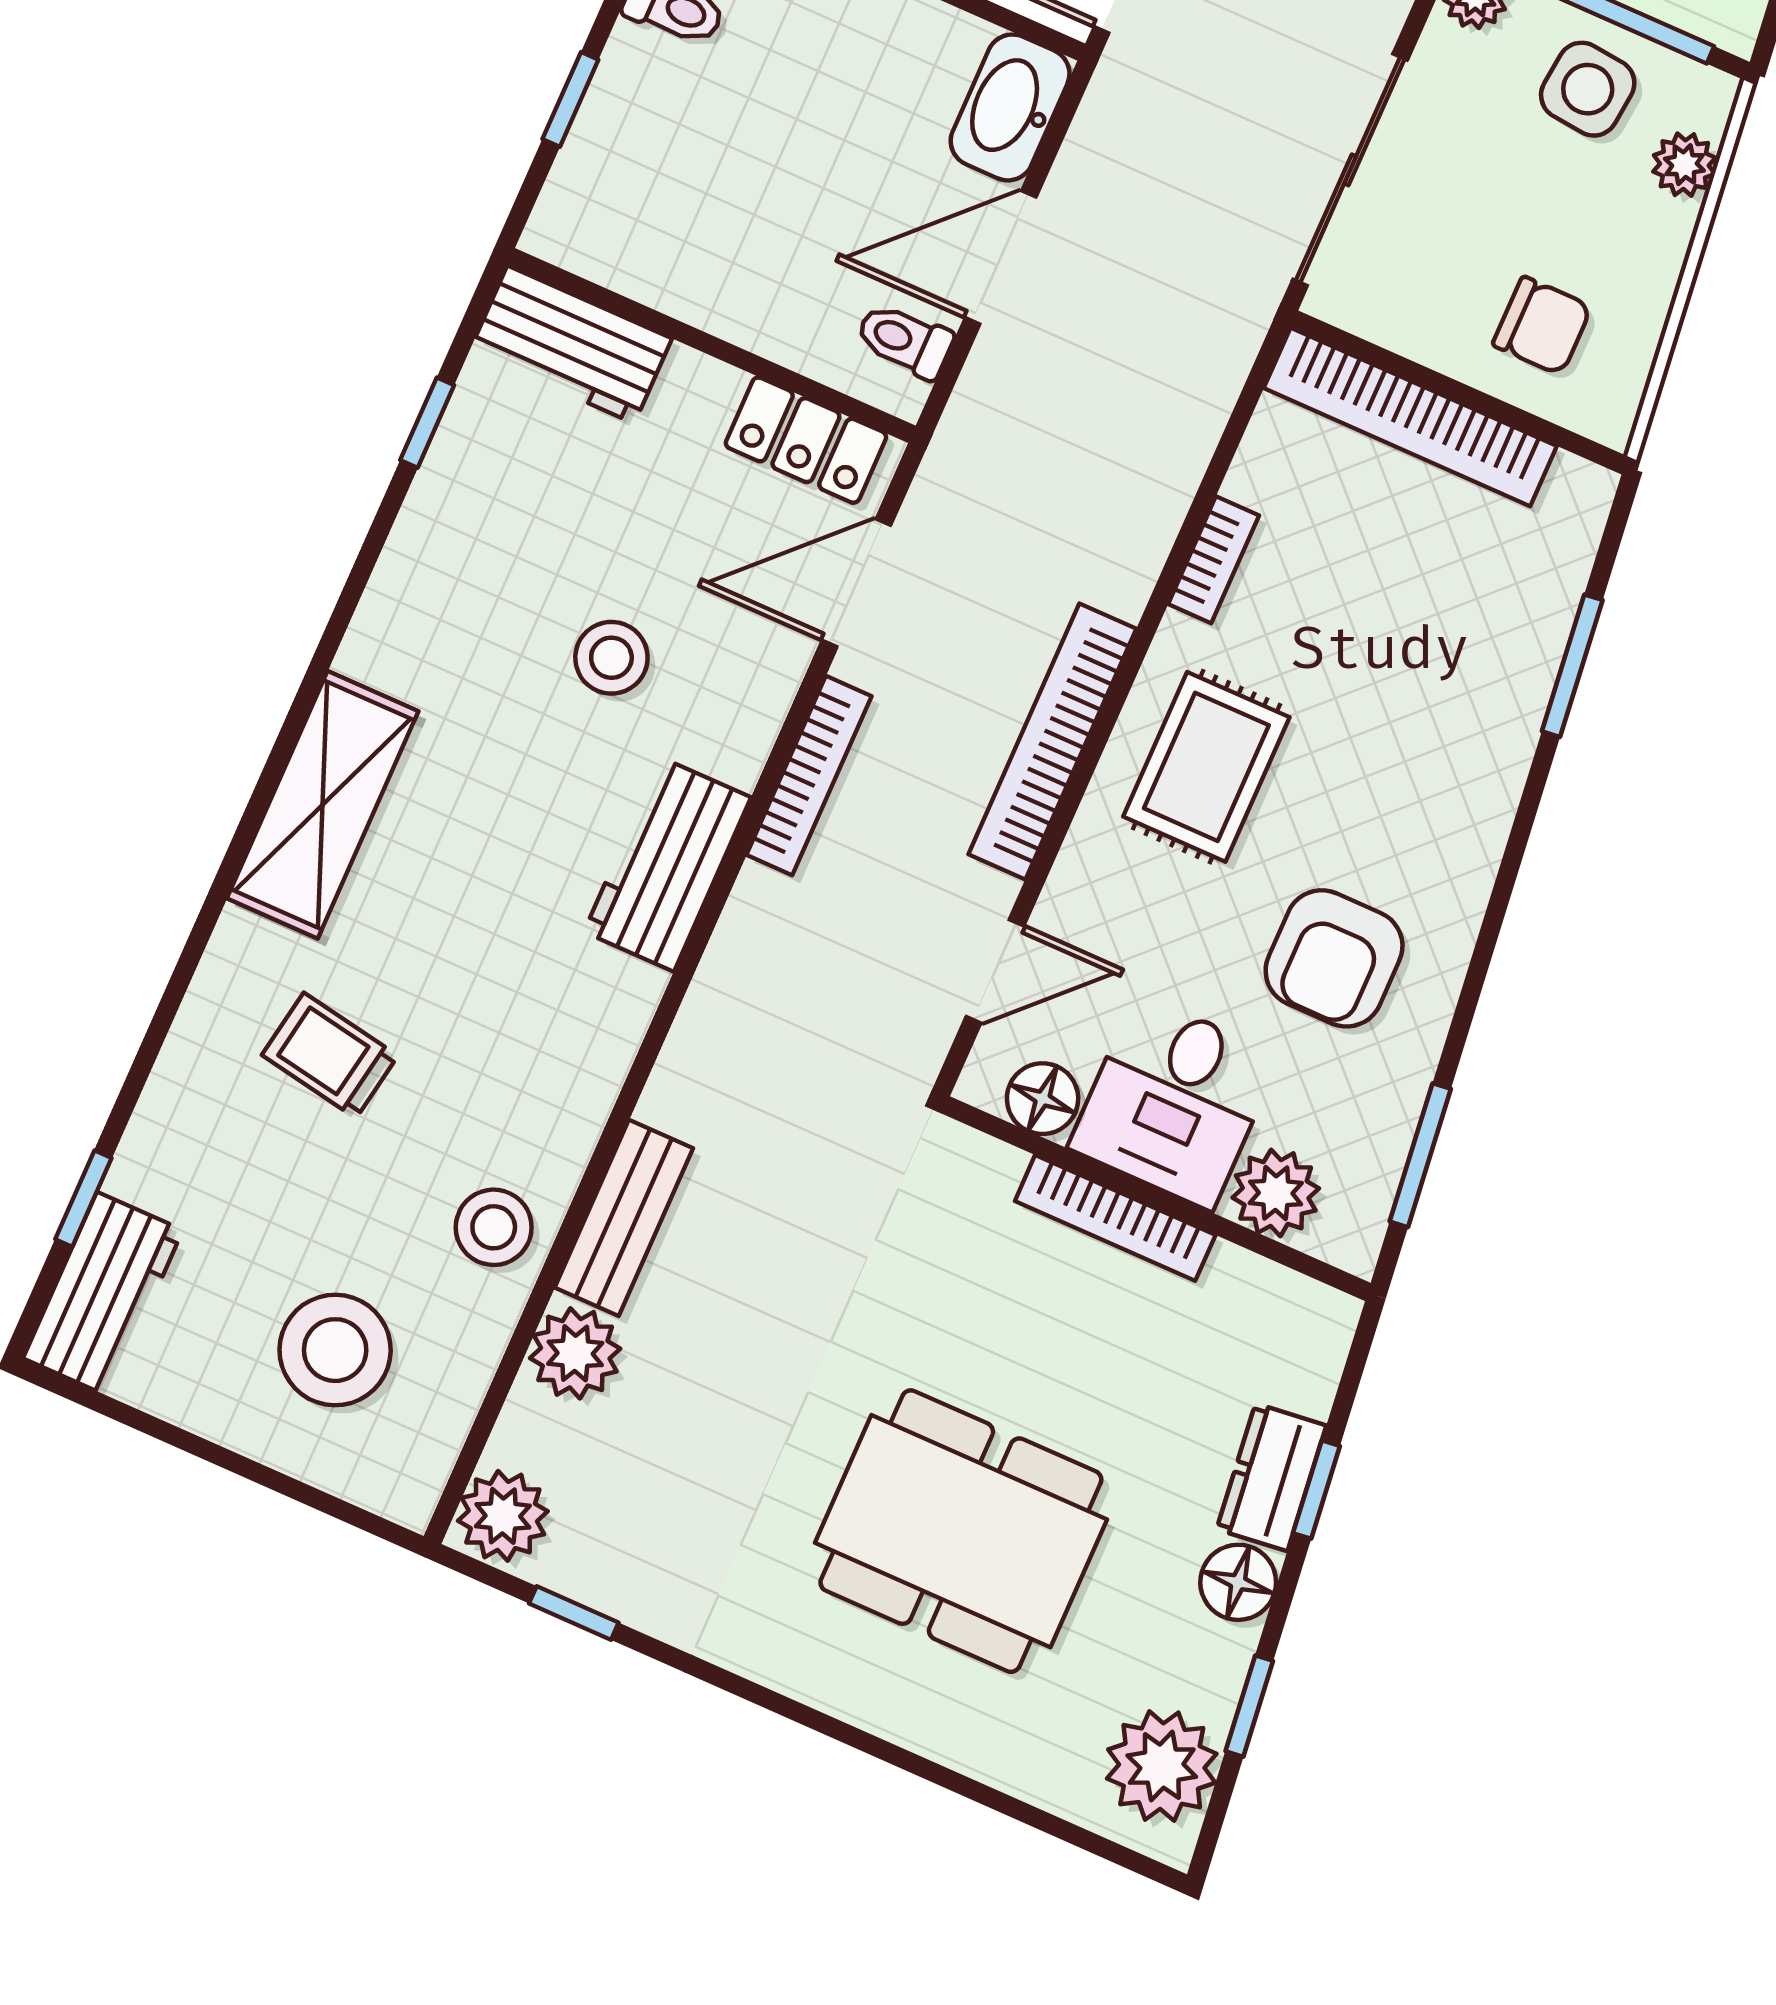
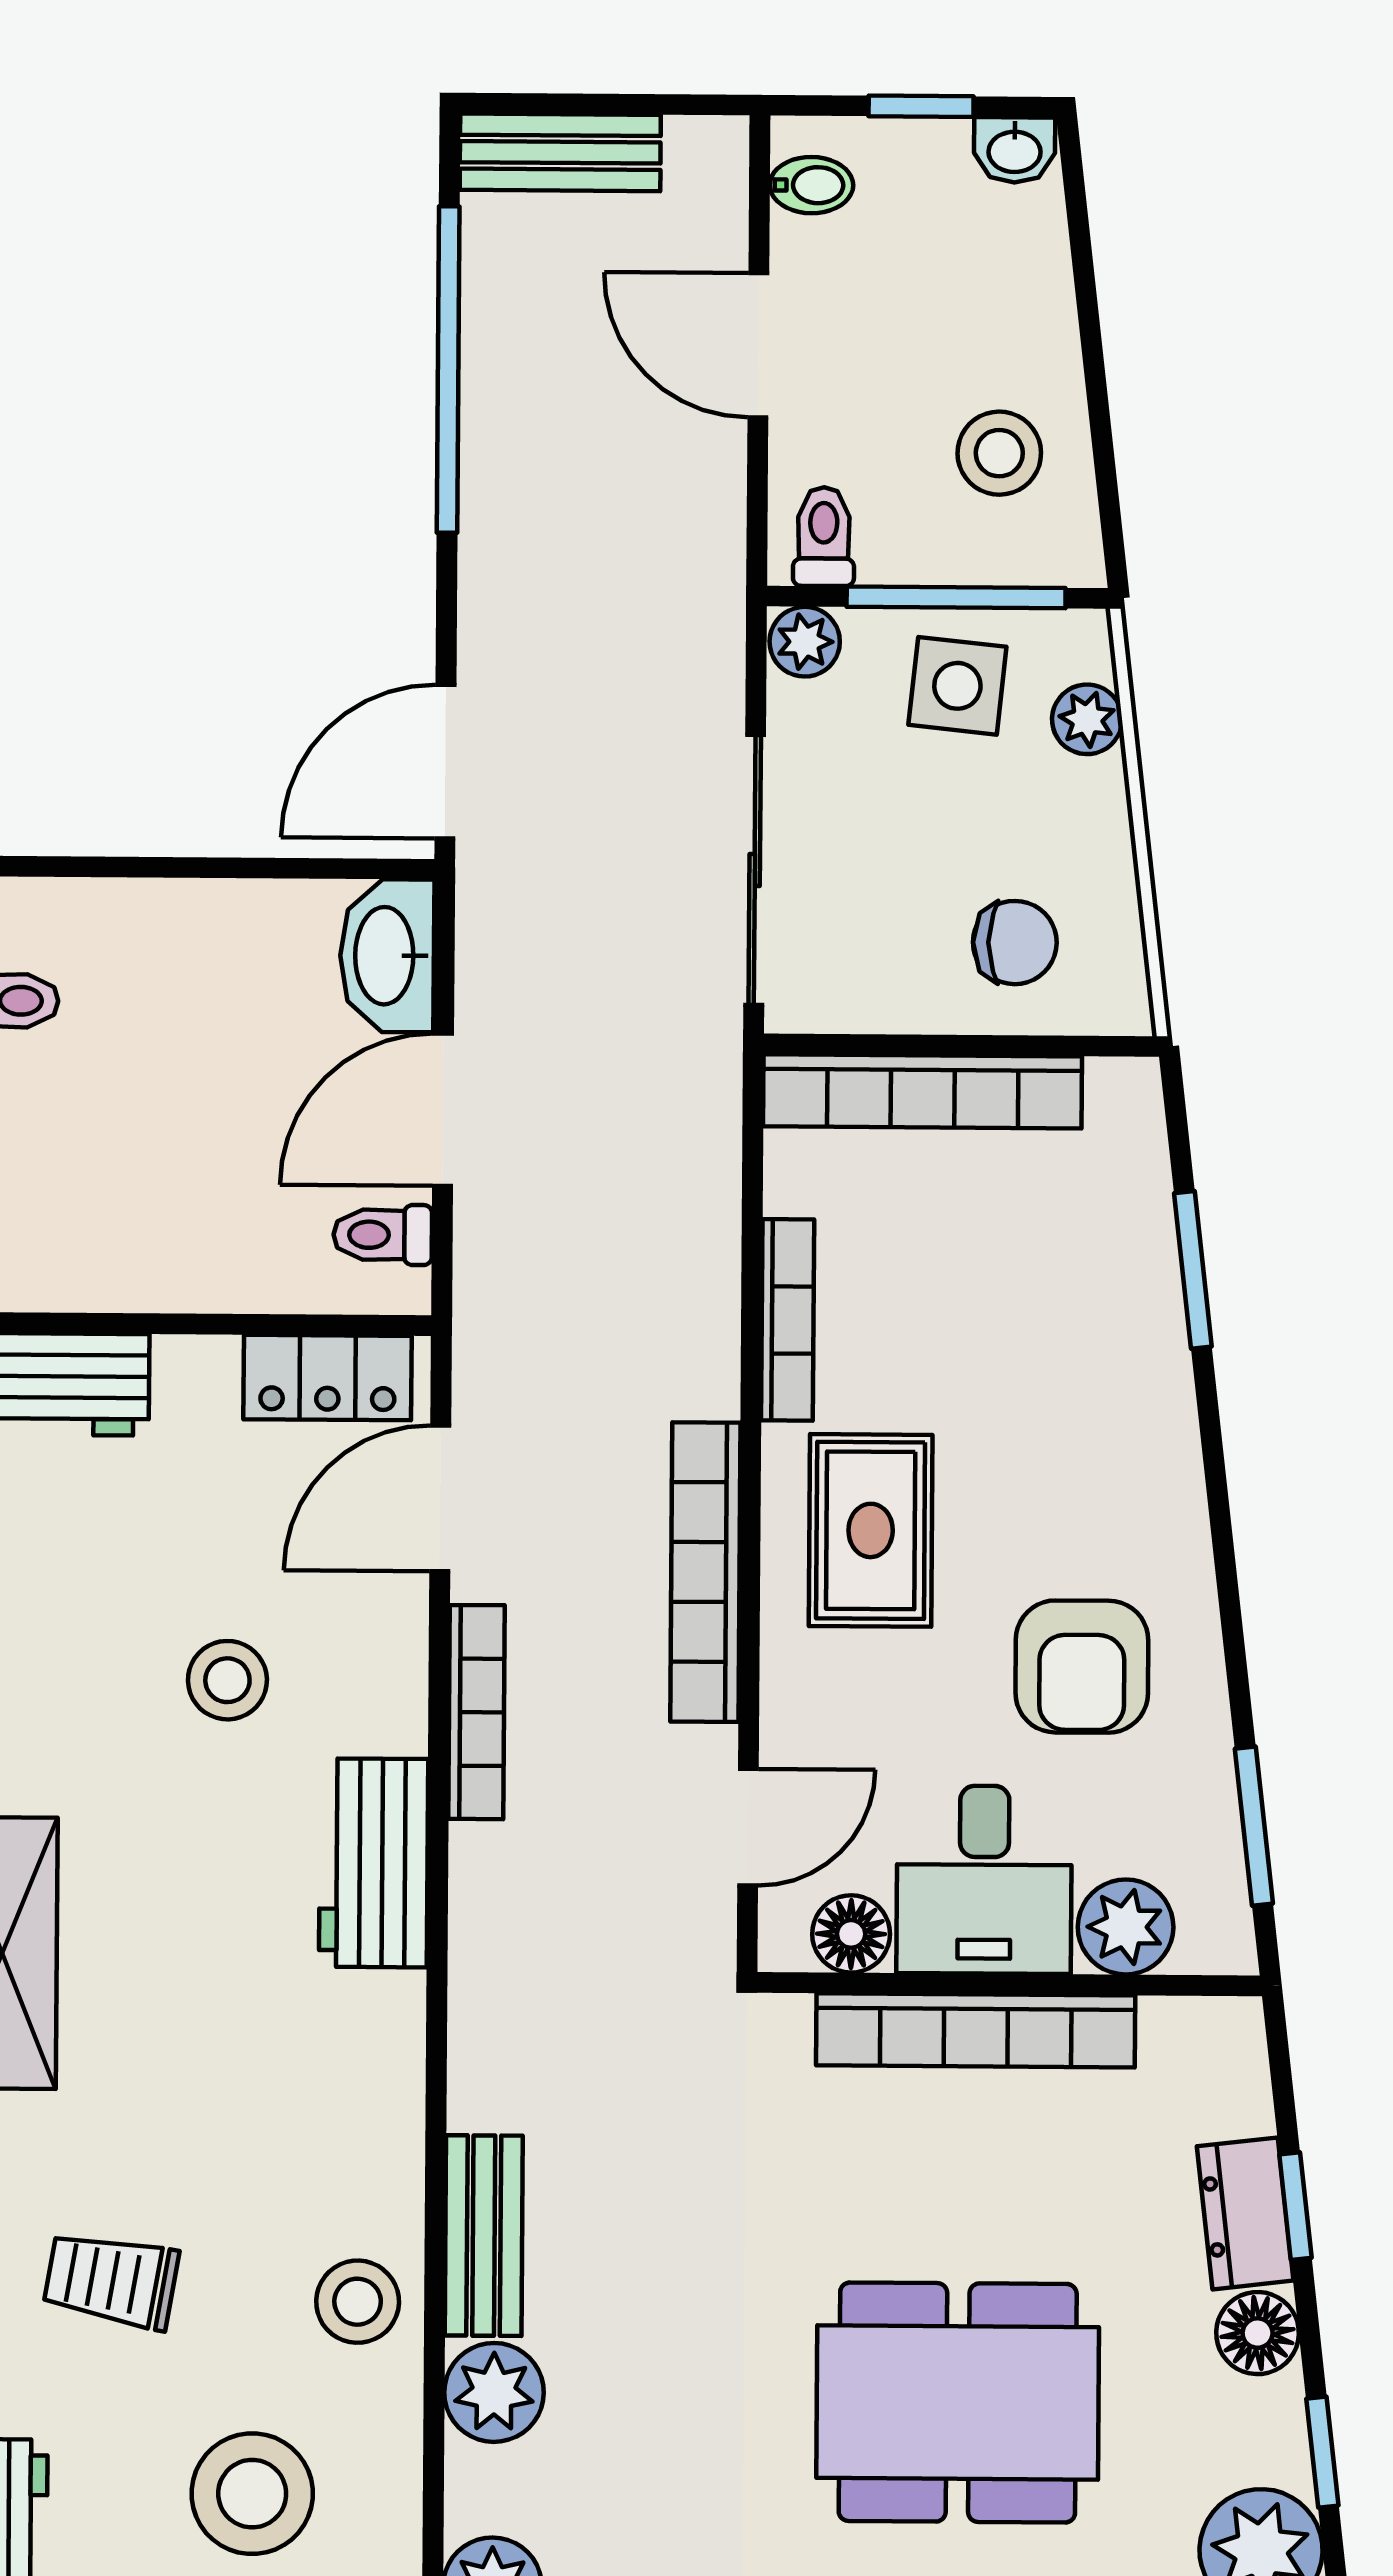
bookcase: (1214, 560) -> (788, 1320), width x1.56
trolley: (330, 1055) -> (111, 2280), moved
bookcase: (1115, 1218) -> (976, 2030), width x1.48, depth x1.31

